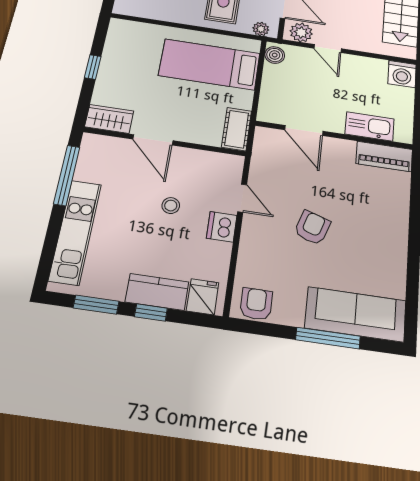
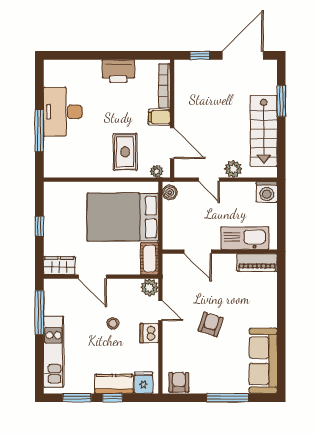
plant: (301, 32) -> (233, 169), moved
bed: (209, 64) -> (123, 217), width x1.50
kitchen sink: (370, 126) -> (245, 238), width x1.36, depth x1.24
plant: (231, 166) -> (150, 287), added
sofa: (356, 314) -> (263, 361), moved, turned -90

